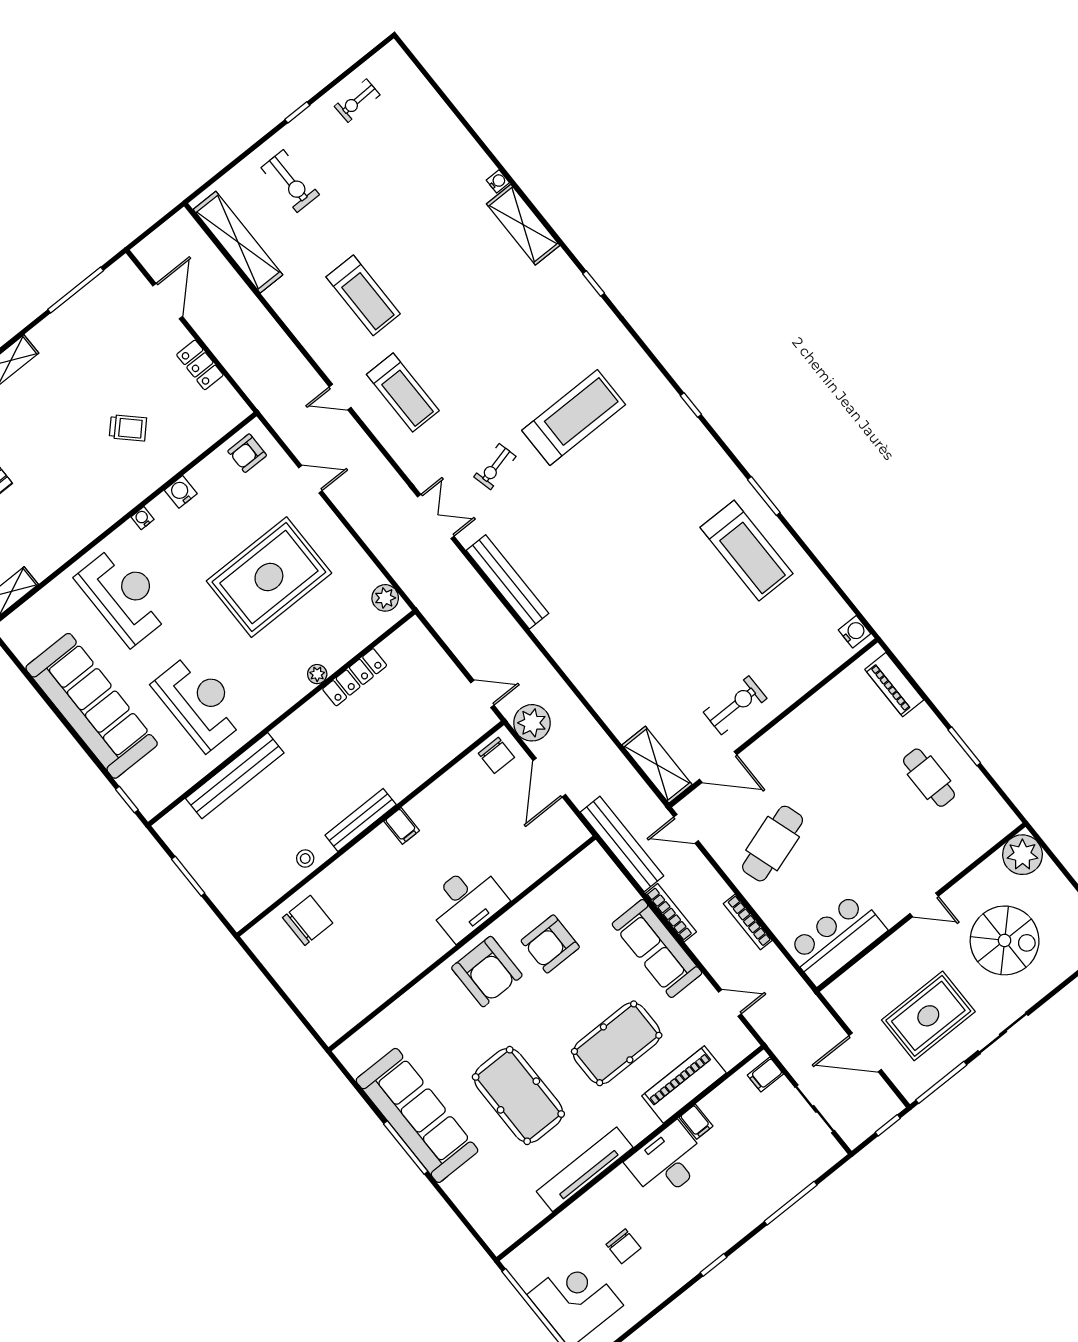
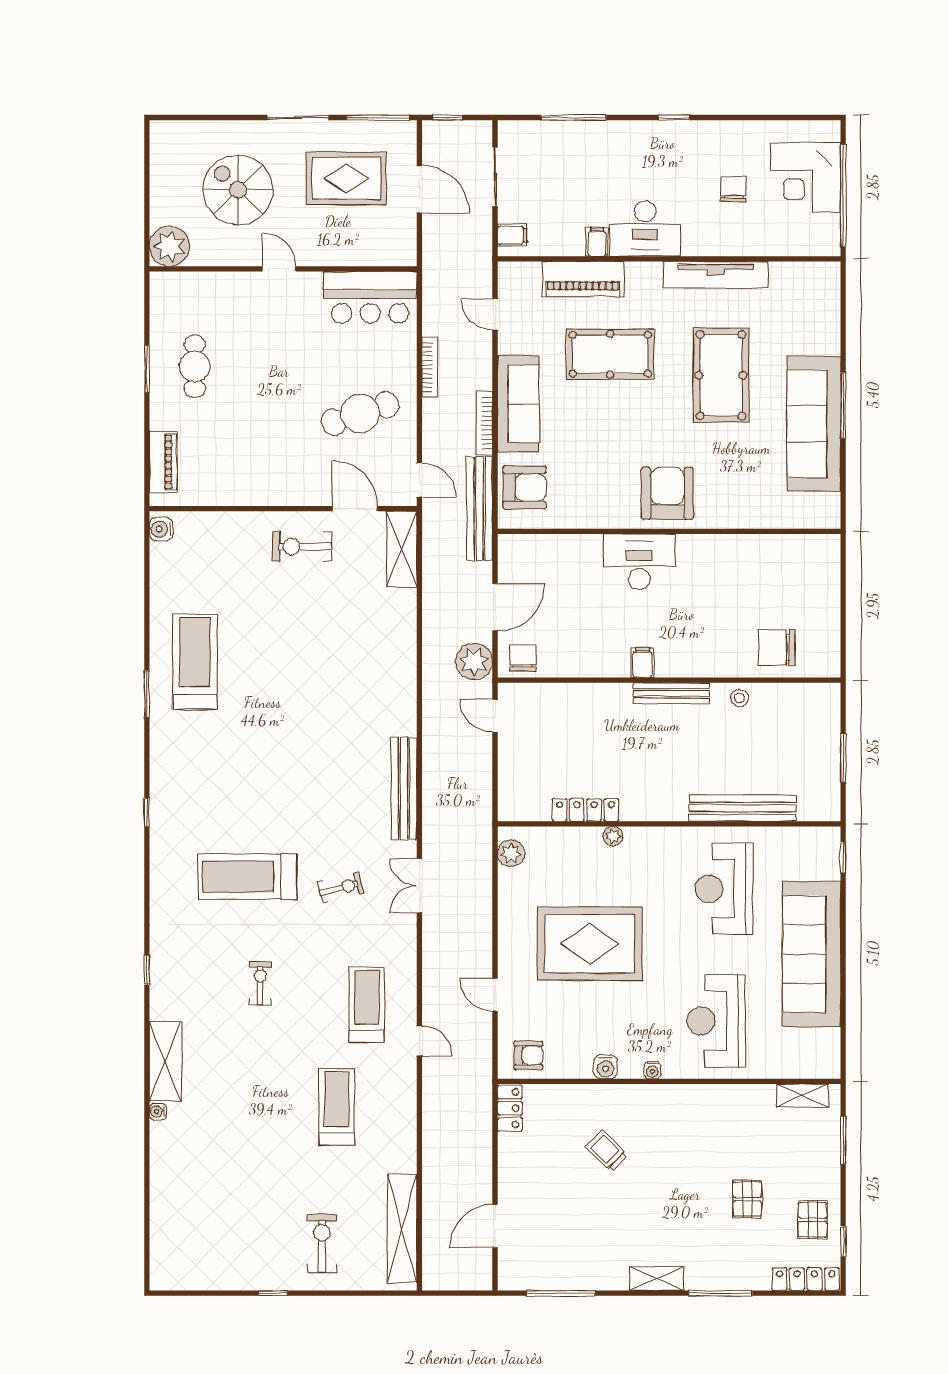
exercise bike: (357, 101) -> (260, 983), moved, turned -88
locker: (200, 365) -> (510, 1108), moved
armchair: (550, 944) -> (524, 487), moved

